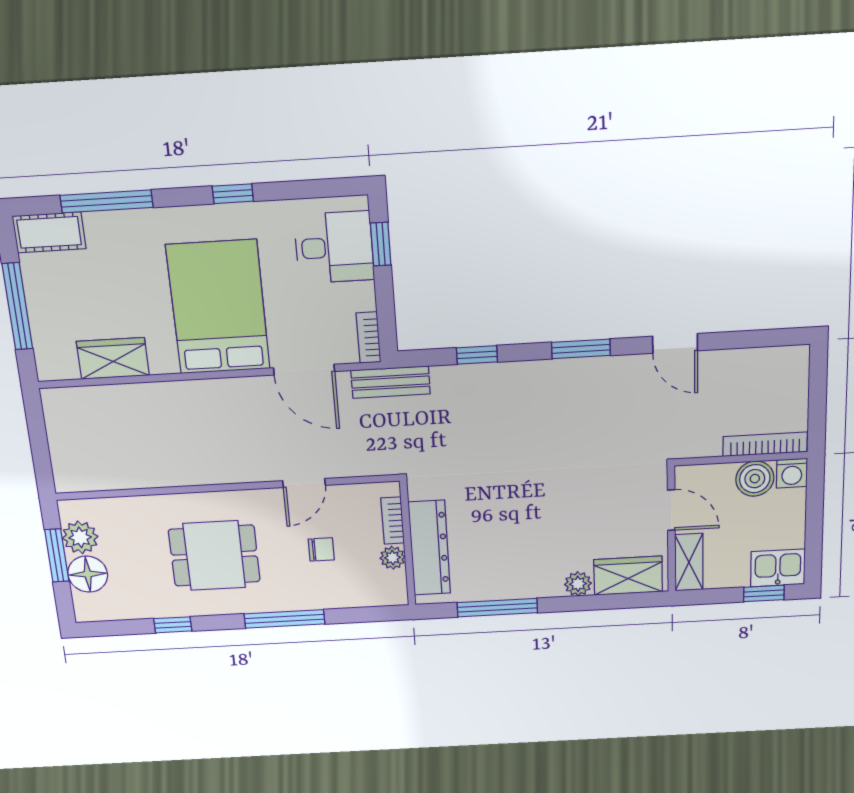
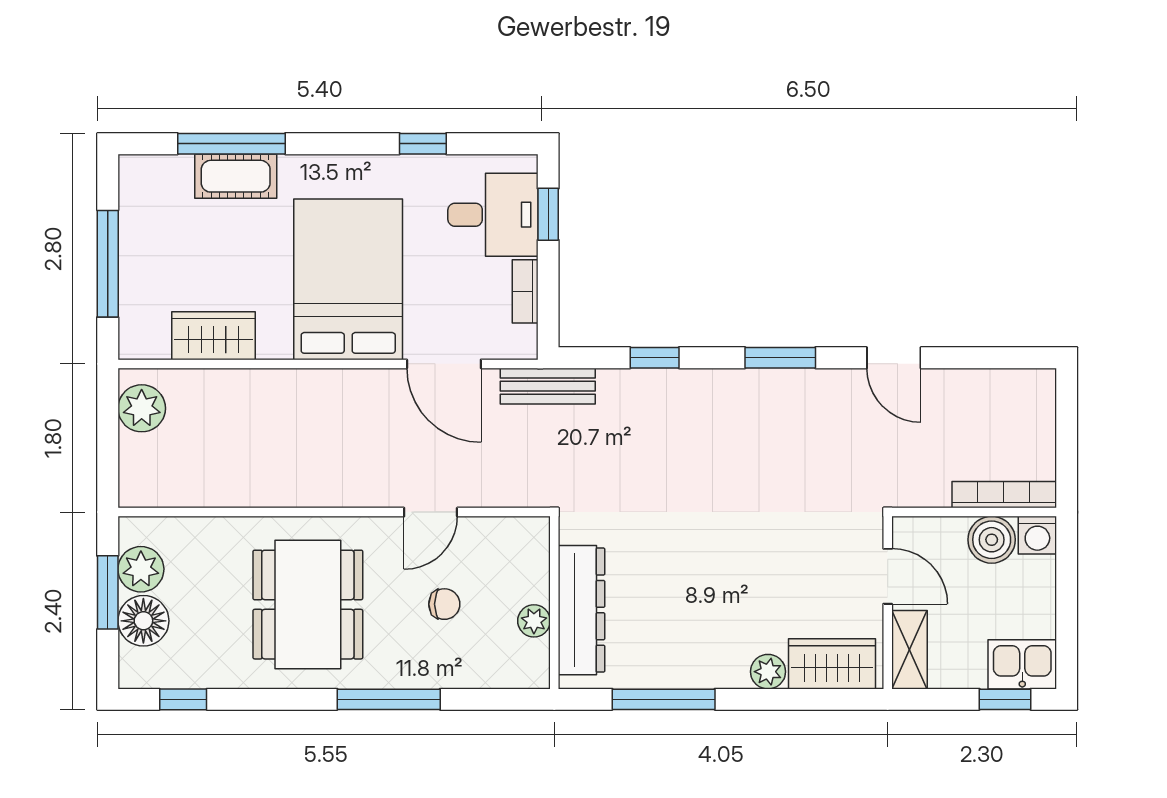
window: (233, 194) -> (423, 144), moved
cot: (49, 232) -> (236, 176), moved
bookcase: (369, 338) -> (525, 291), moved
plant: (63, 418) -> (142, 408), added
bookcase: (393, 521) -> (537, 570), removed
dining table: (214, 556) -> (308, 605), width x1.37
window: (173, 625) -> (183, 699), moved

